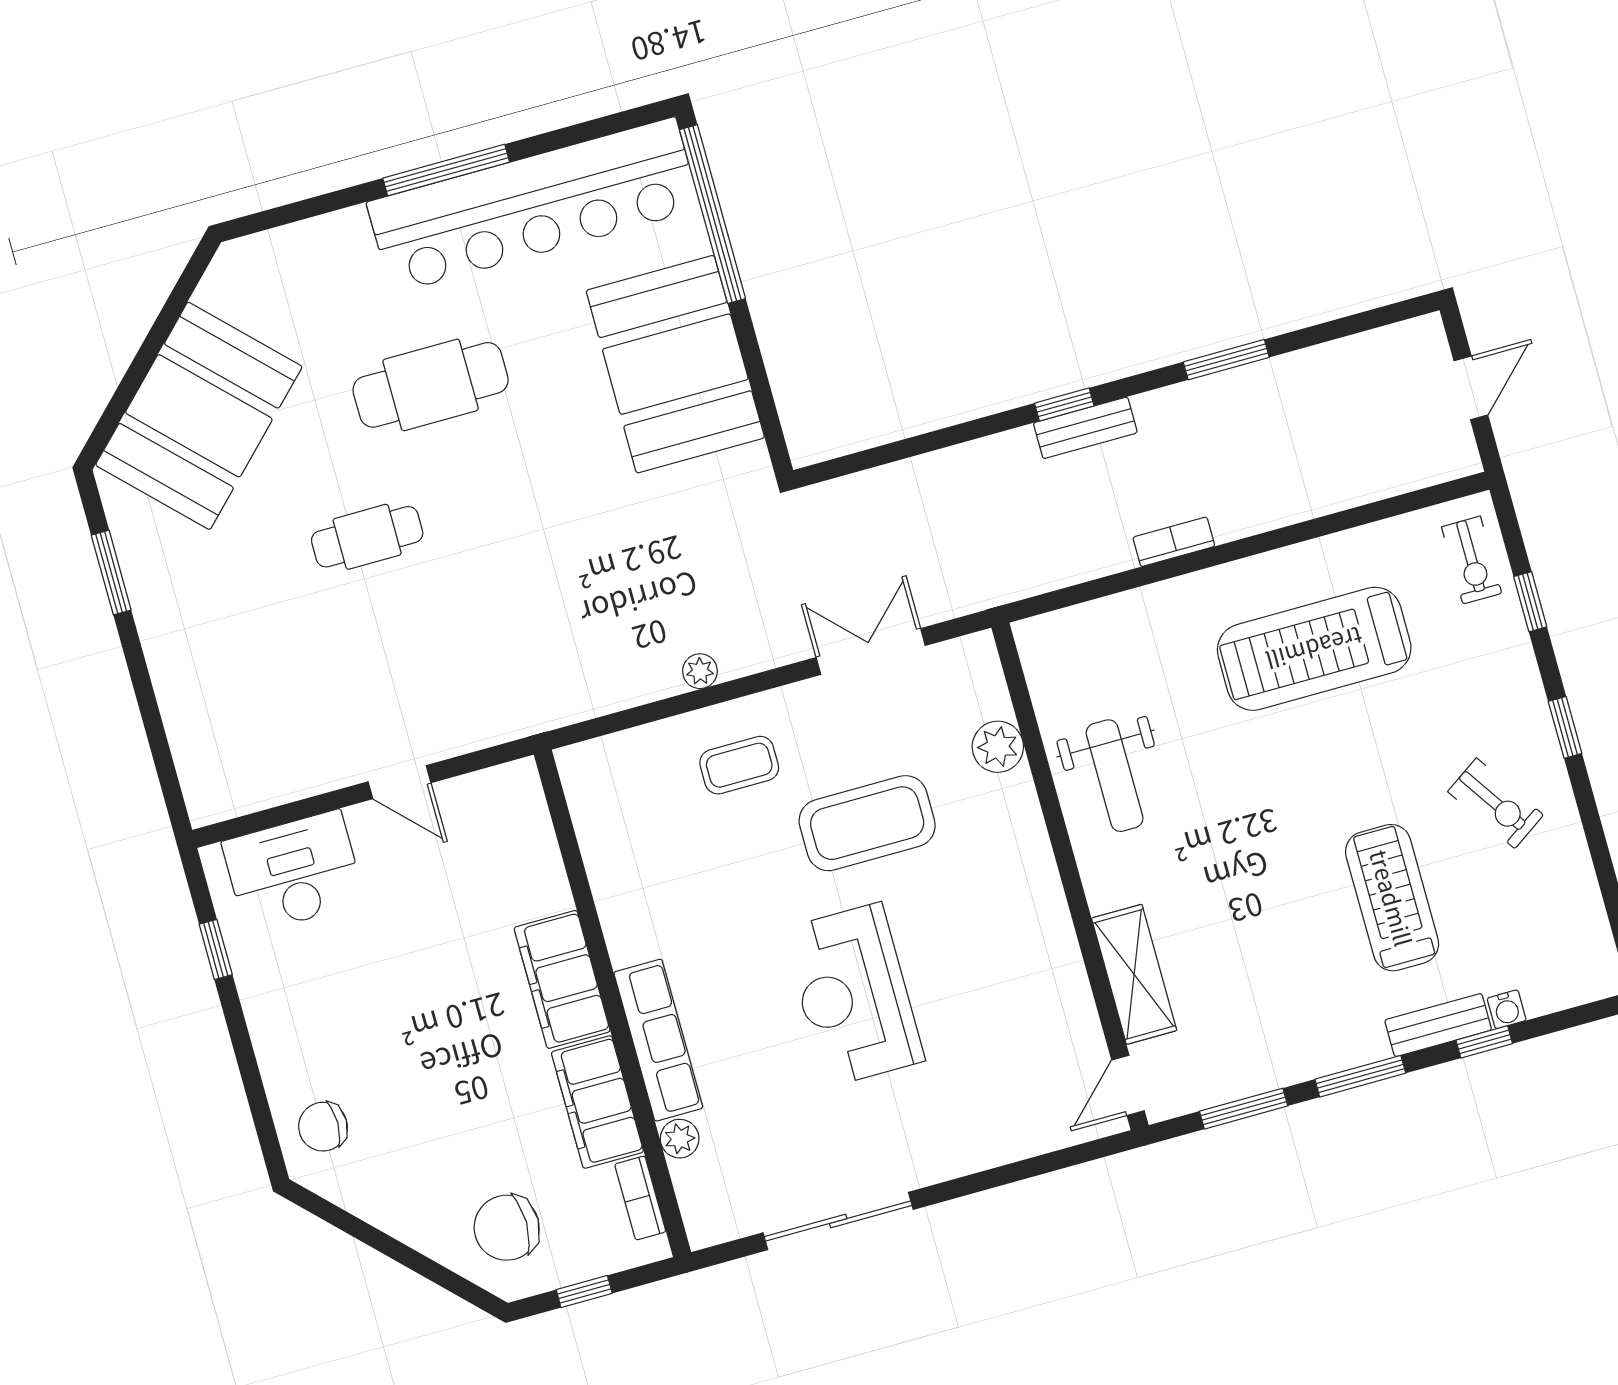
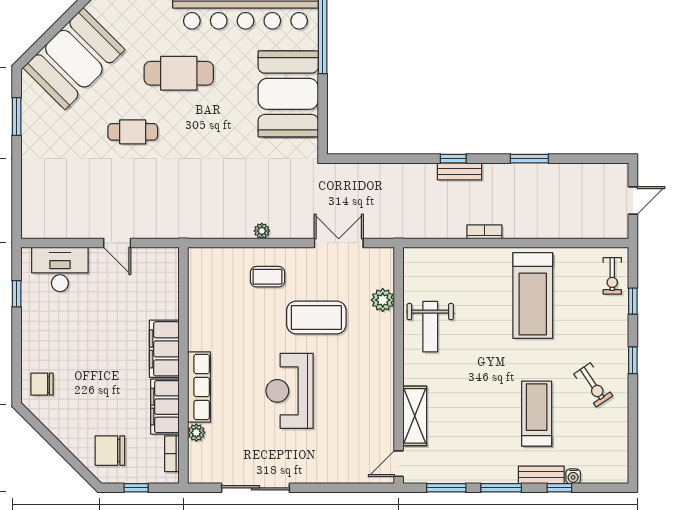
treadmill: (1314, 649) -> (533, 296), turned -90

